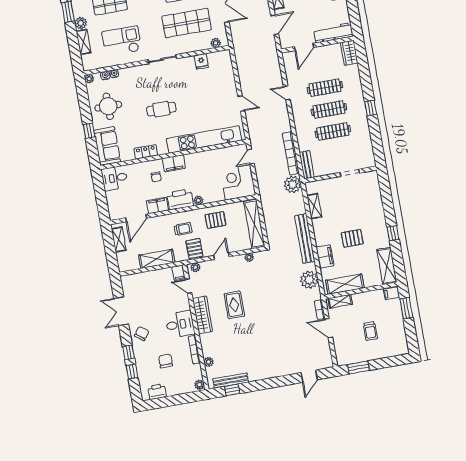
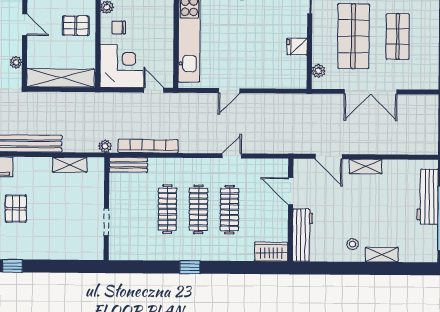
plant: (293, 184) -> (105, 146), width x0.53, depth x0.53
chair: (211, 189) -> (119, 27), added
pallet: (215, 220) -> (76, 26), turned 90

